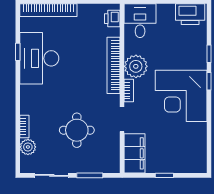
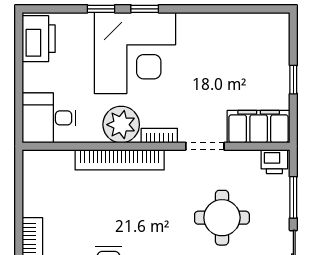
printer: (112, 19) -> (274, 162), moved
corner desk: (181, 96) -> (135, 53), moved

